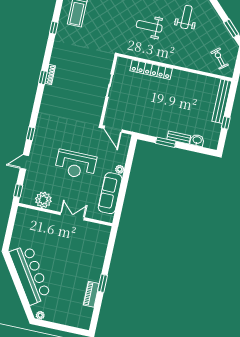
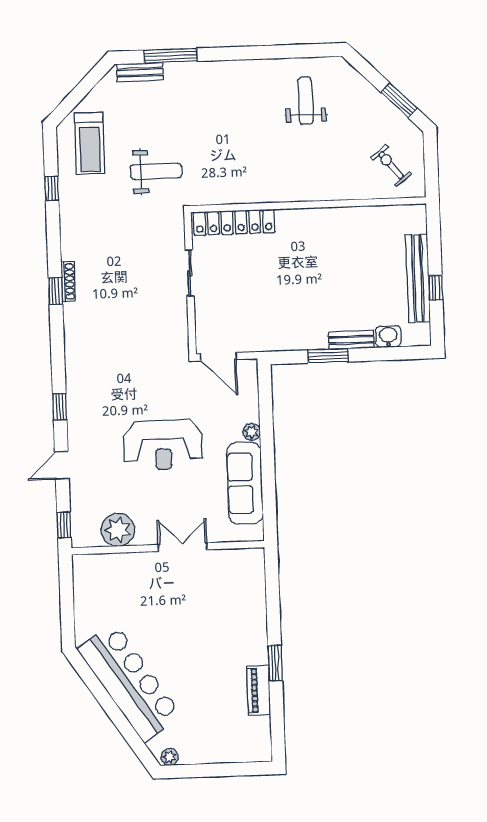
weight bench: (149, 26) -> (156, 171), moved, turned 180
locker: (151, 70) -> (234, 222), moved
bench: (222, 101) -> (418, 278), moved

